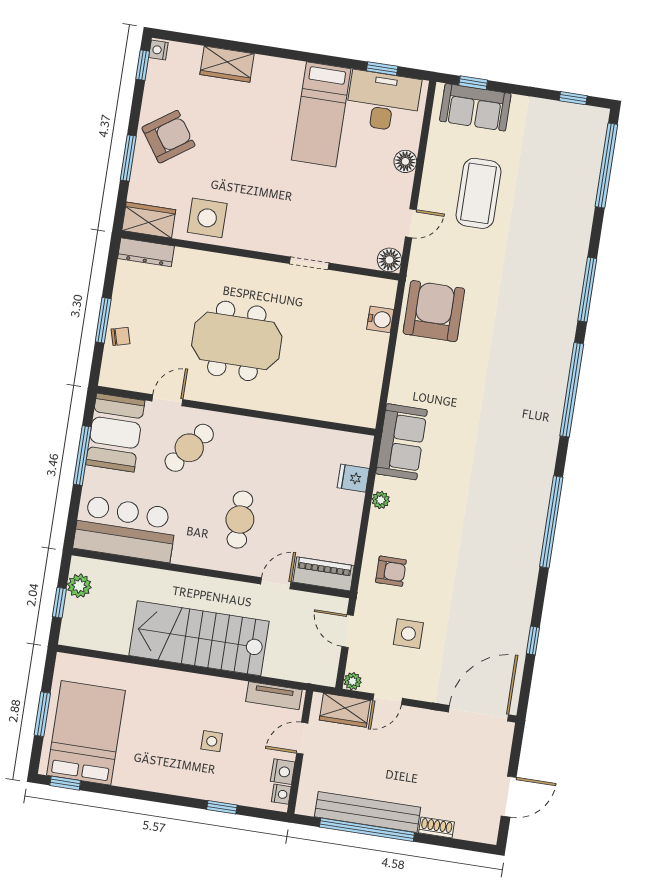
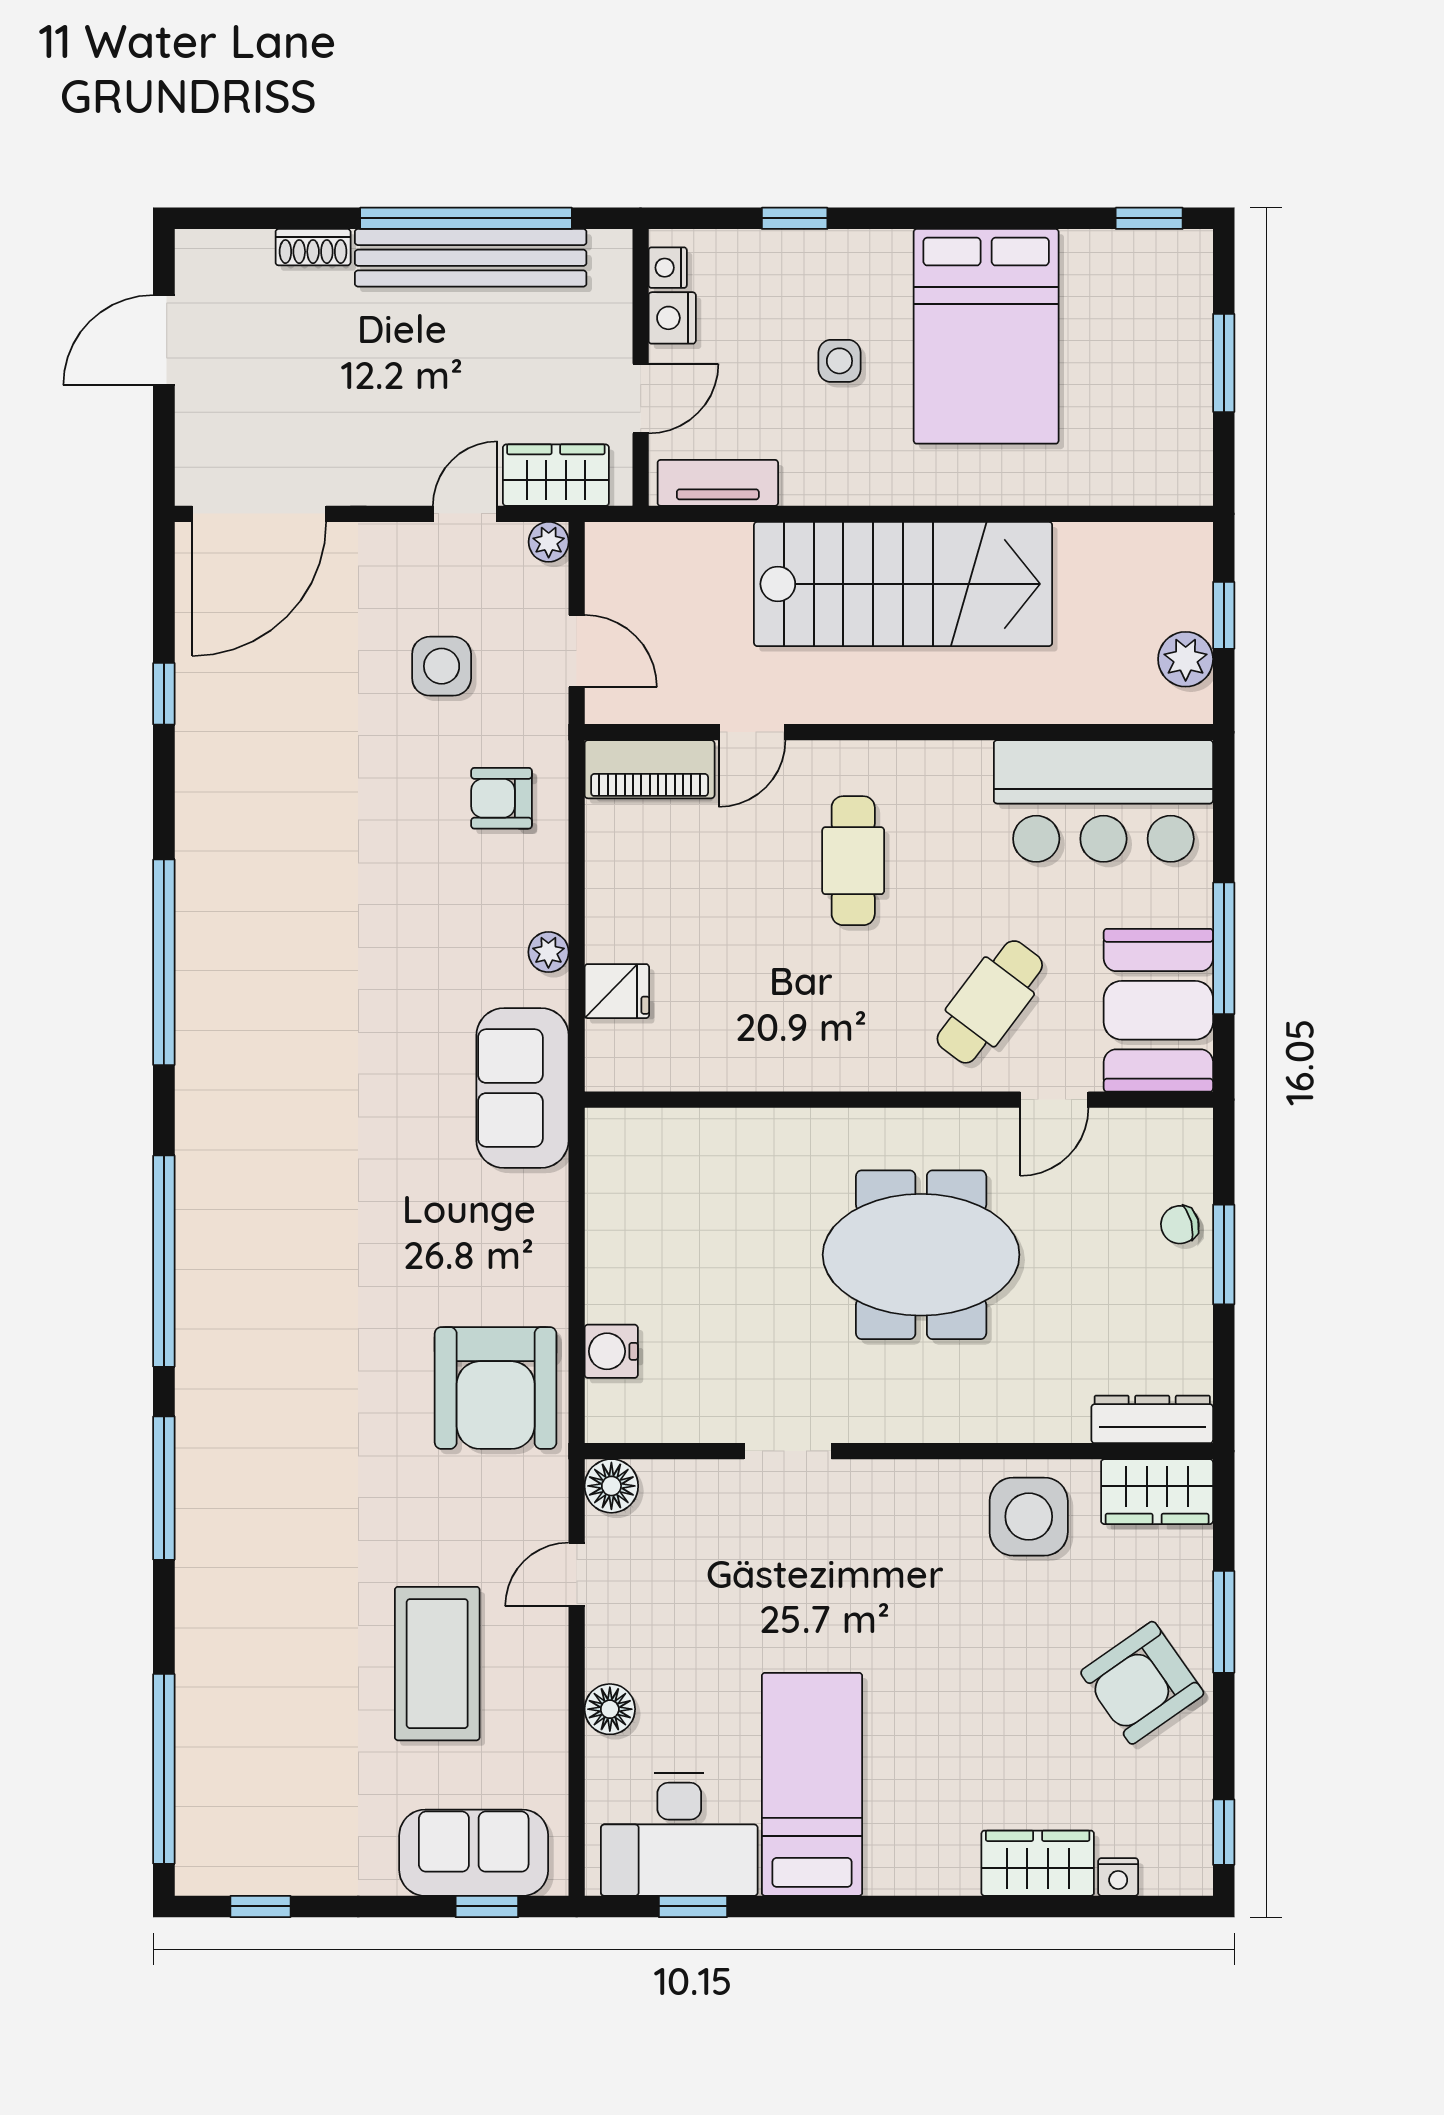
nightstand: (158, 50) -> (1118, 1877), moved, turned 90
bed: (86, 733) -> (986, 336), moved

